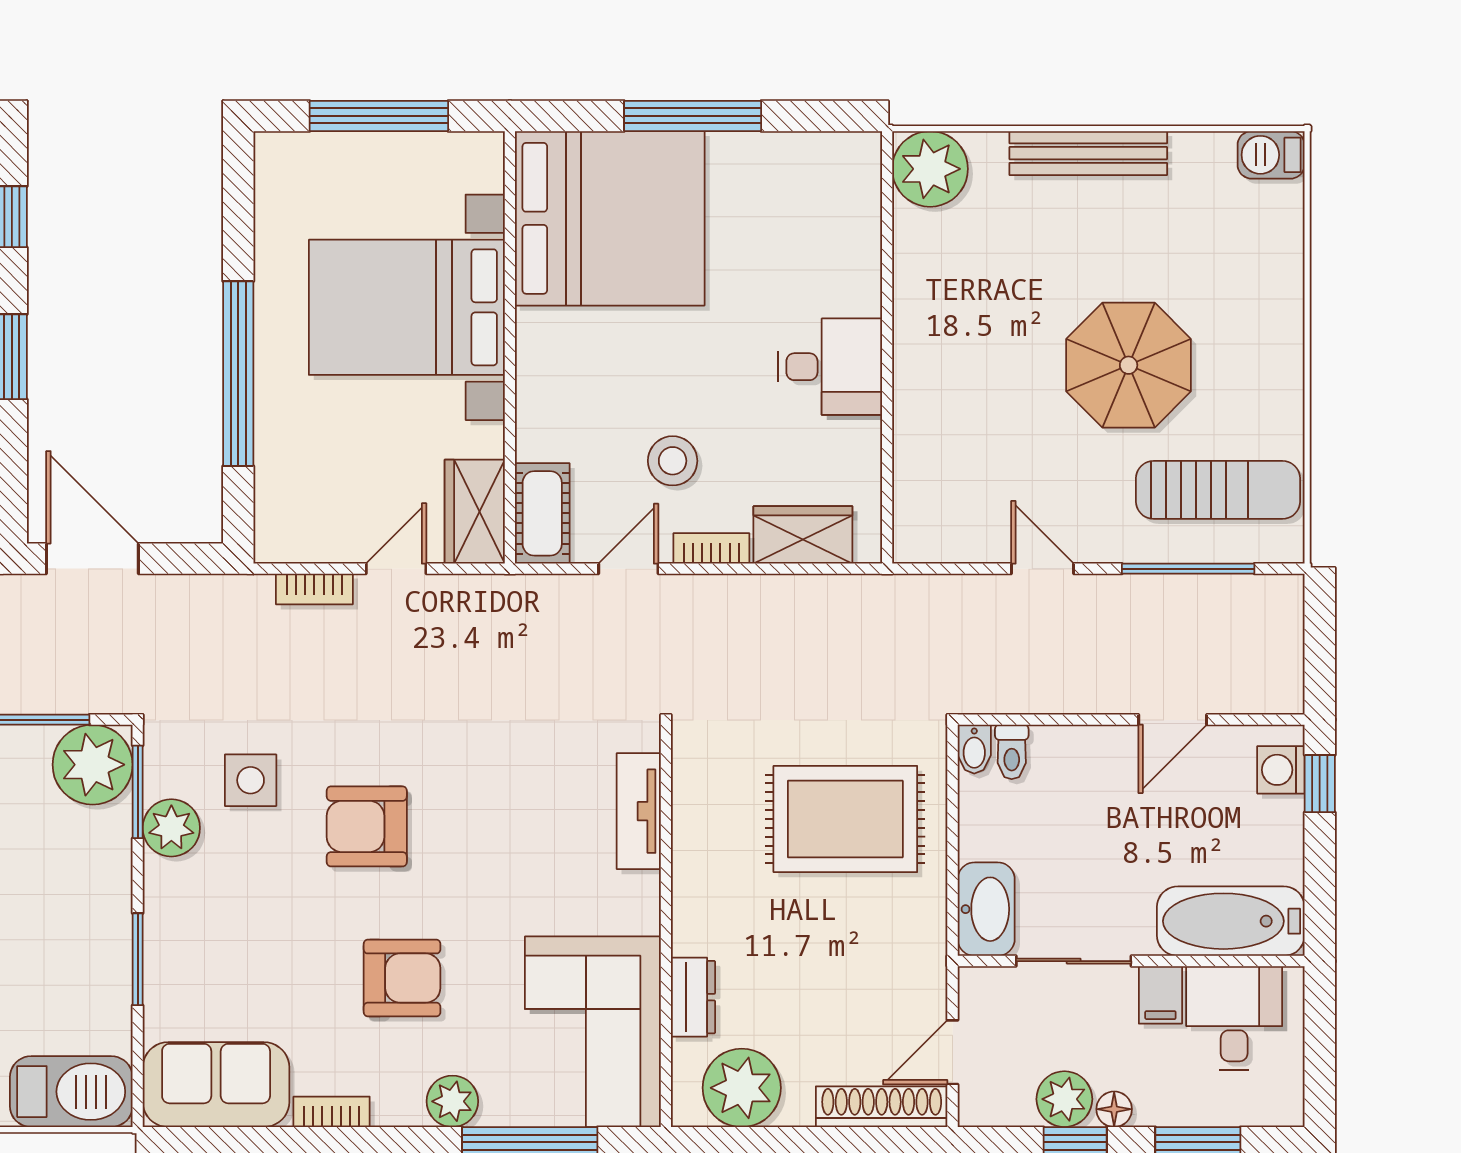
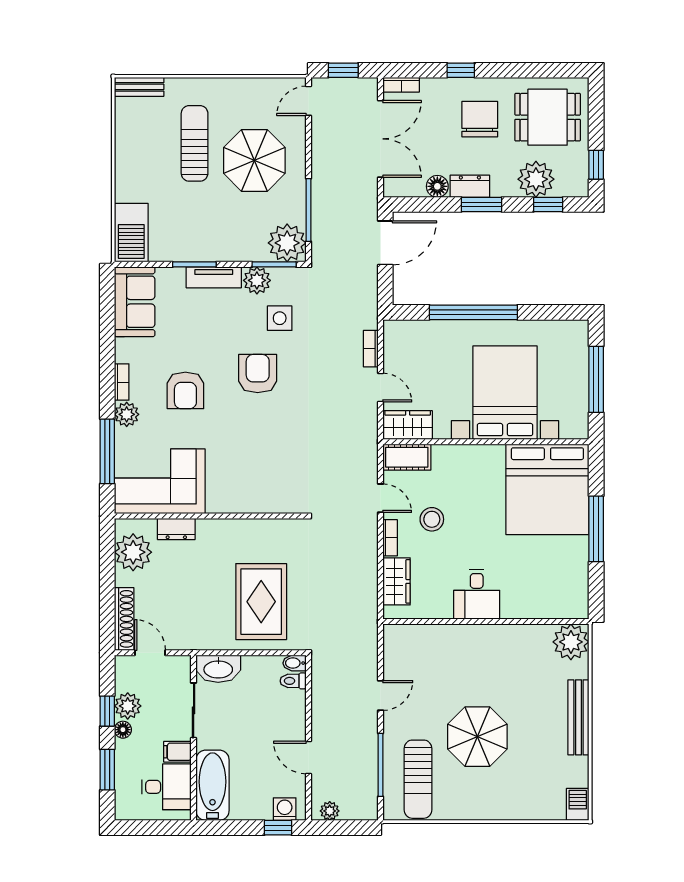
plant: (1285, 675) -> (330, 811), added
tv unit: (639, 811) -> (214, 277), moved, turned 180
bookcase: (332, 1112) -> (122, 382), moved

